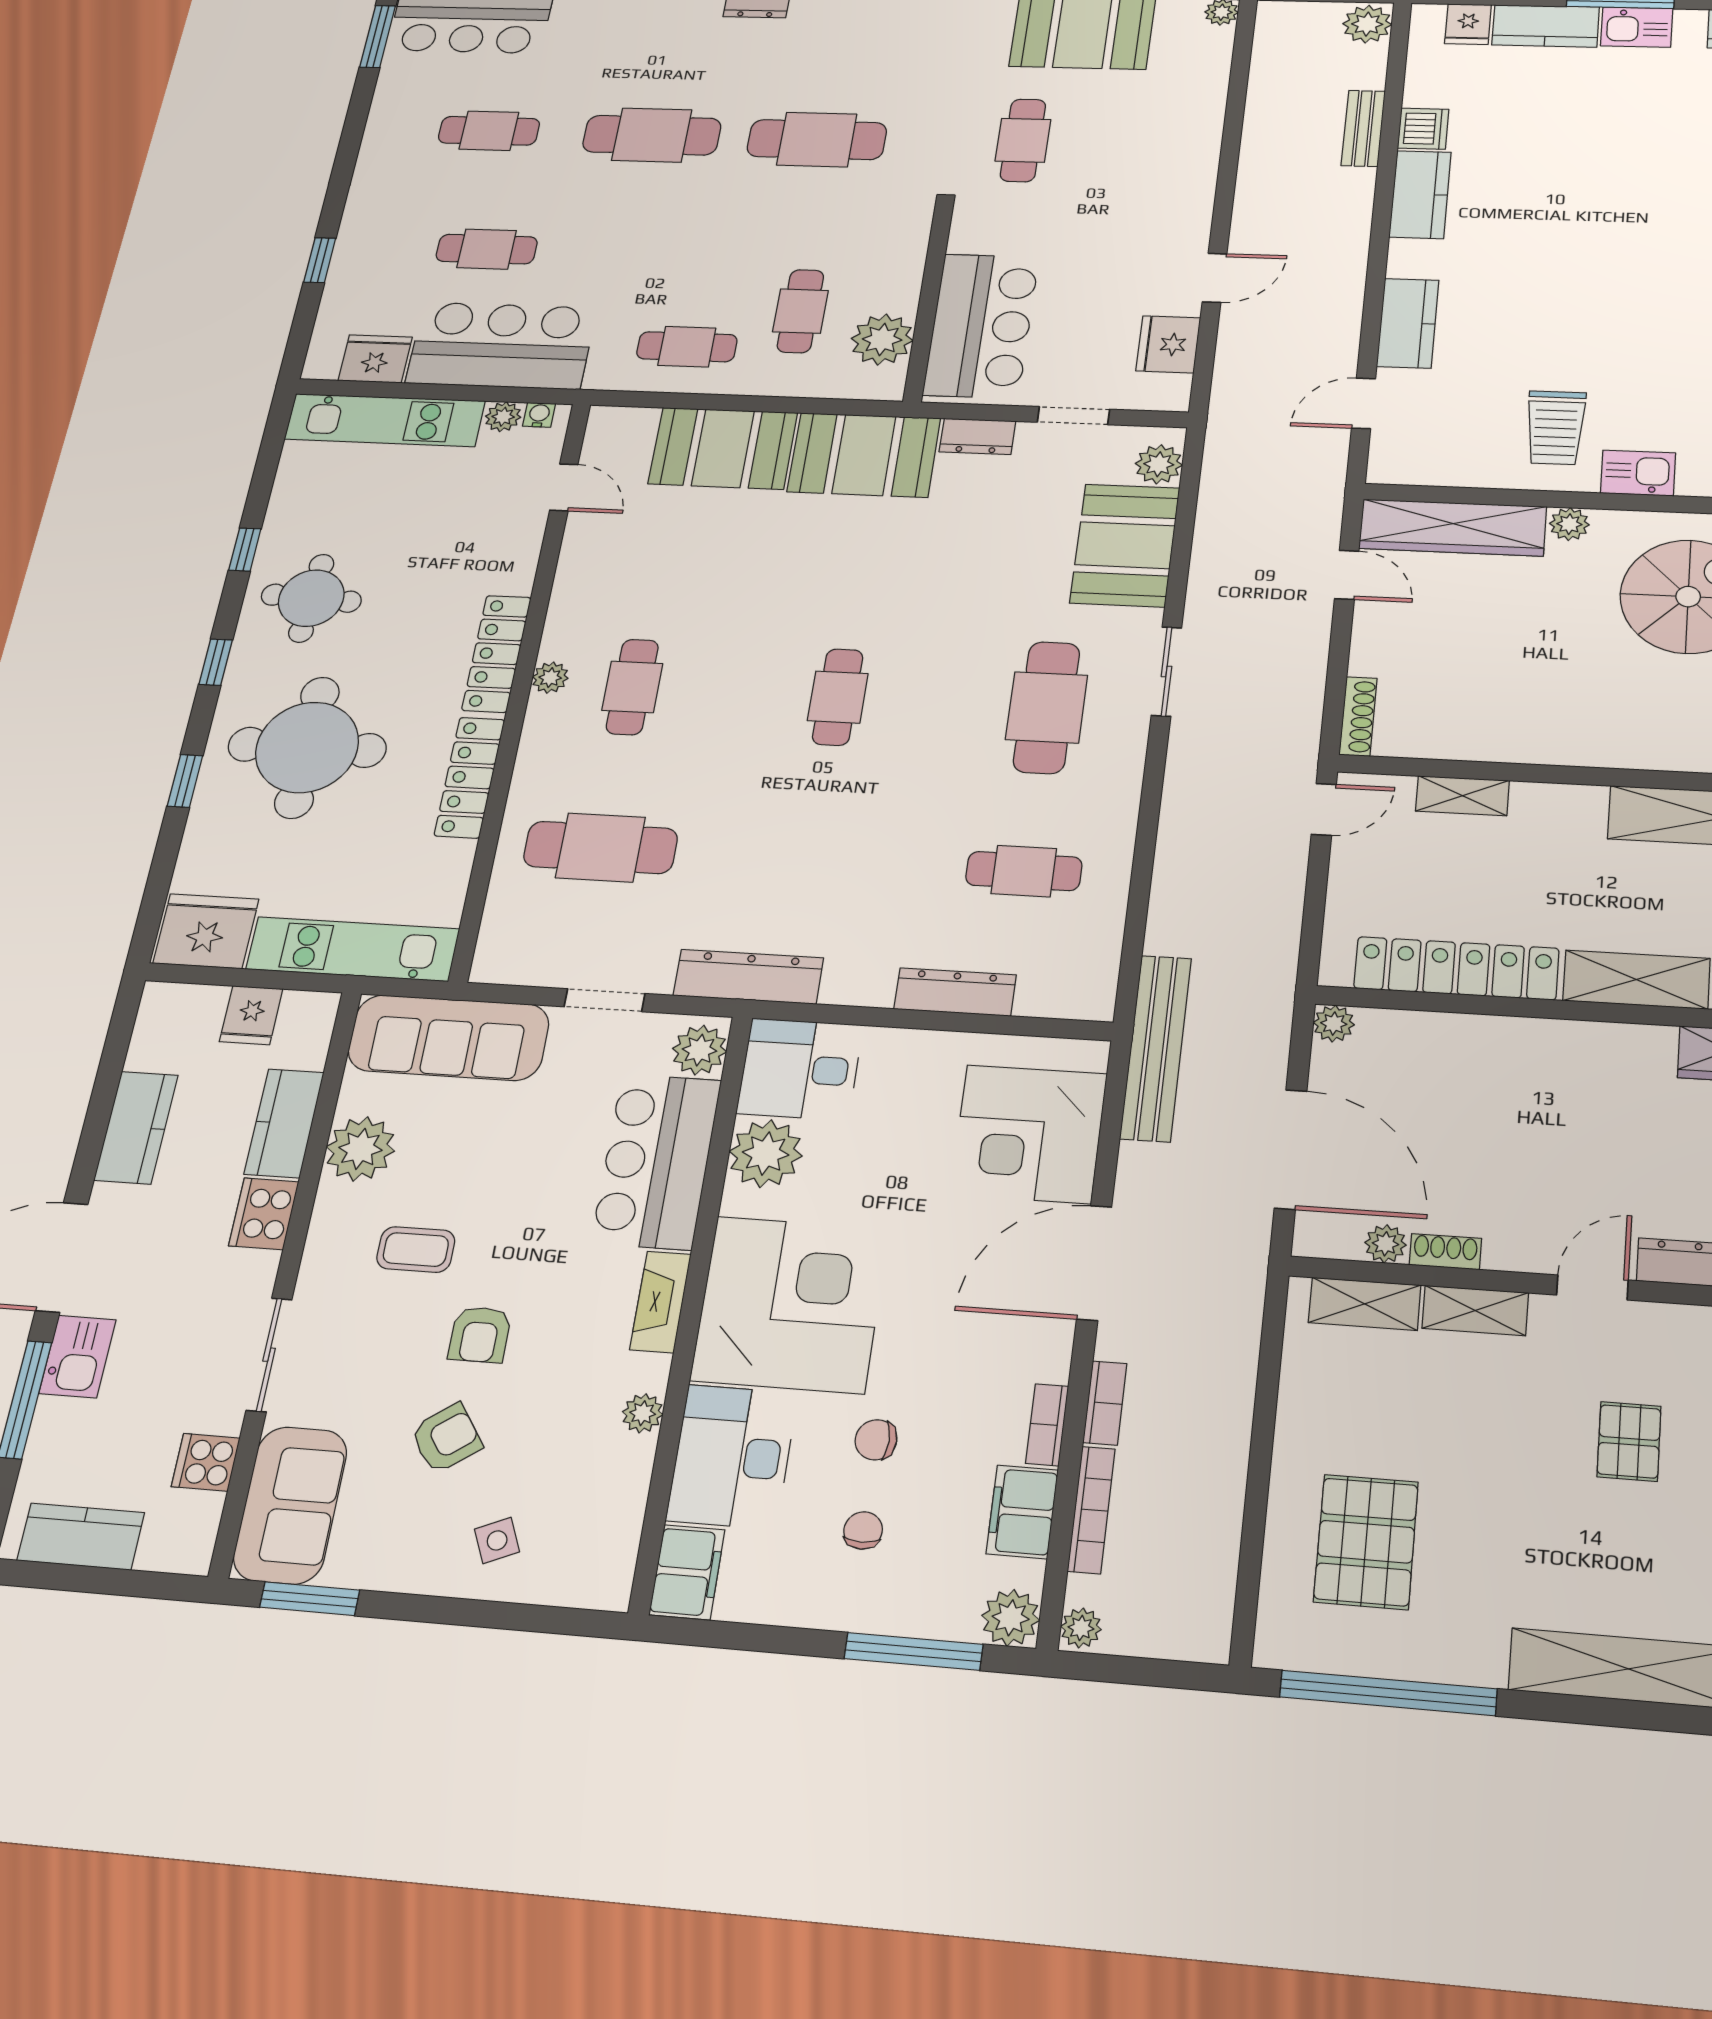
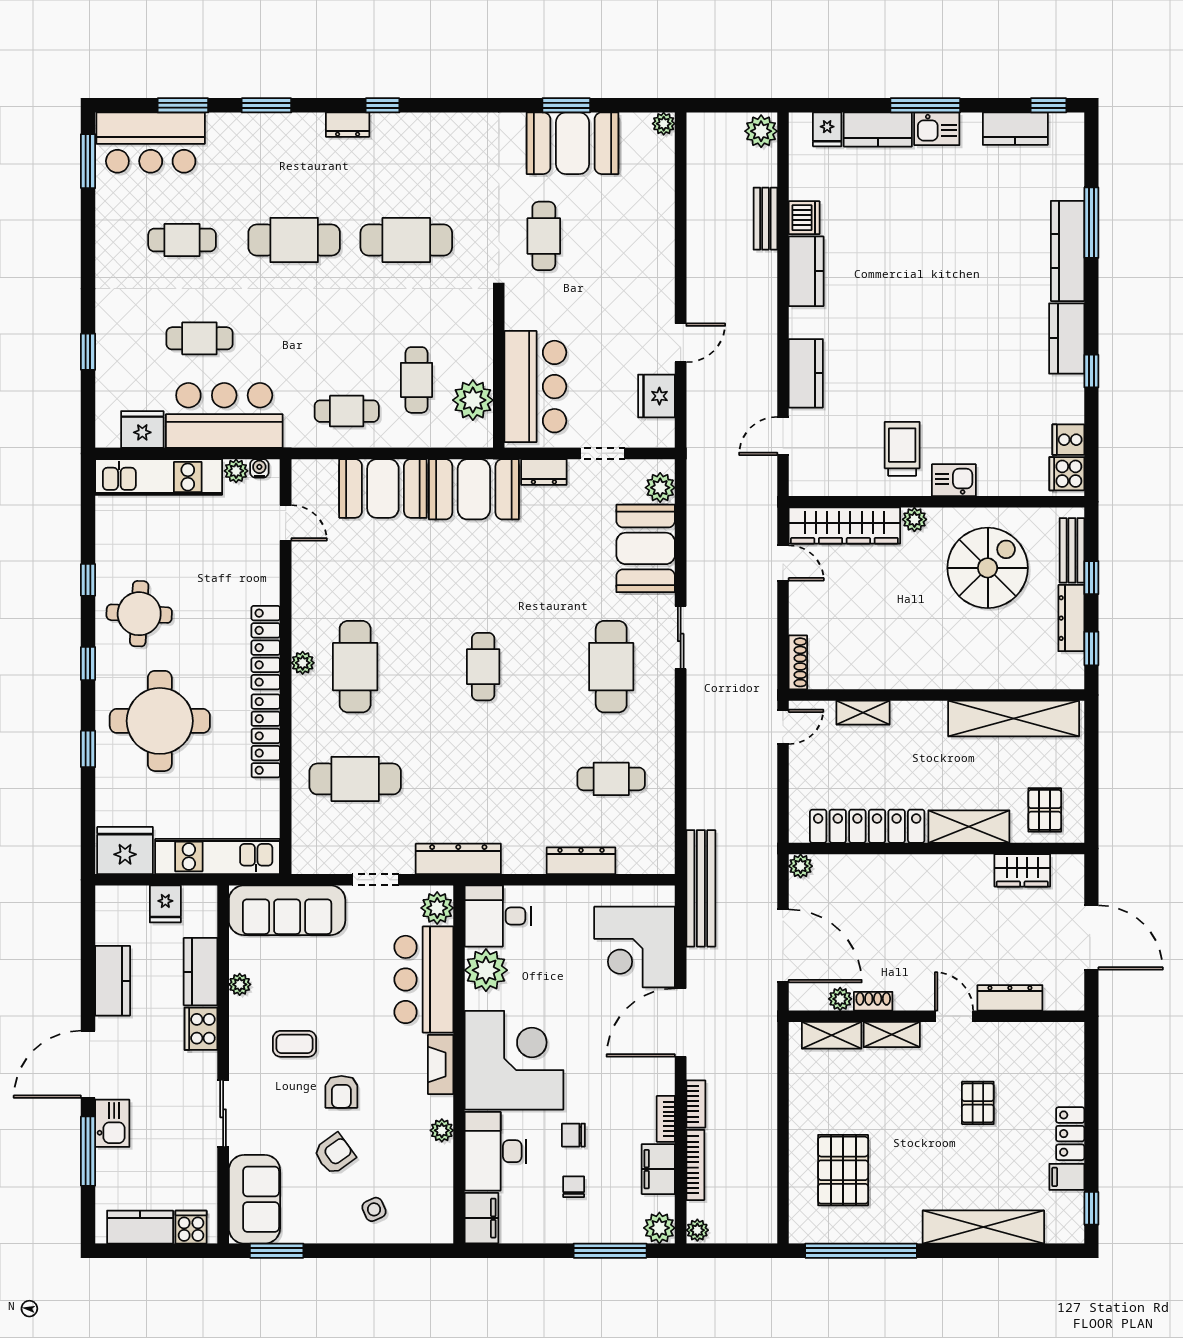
trolley: (1555, 428) -> (902, 449), turned 180
cafe table: (632, 687) -> (355, 667), width x1.37, depth x1.35
plant: (360, 1149) -> (240, 984), width x0.53, depth x0.53
door: (1592, 1288) -> (954, 1016), hinge flipped
cooker: (206, 1462) -> (191, 1227), moved, turned 90

